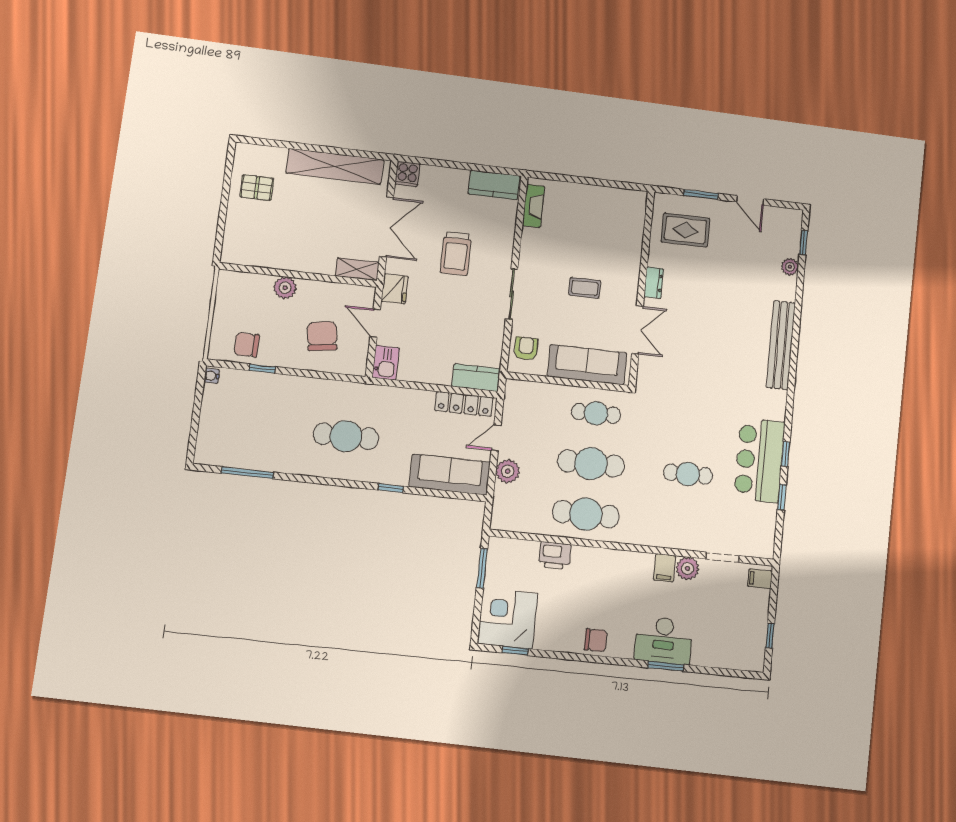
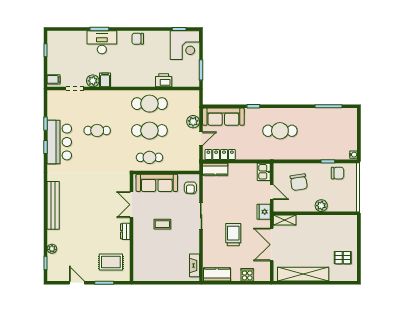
cooker: (407, 174) -> (247, 275), moved

